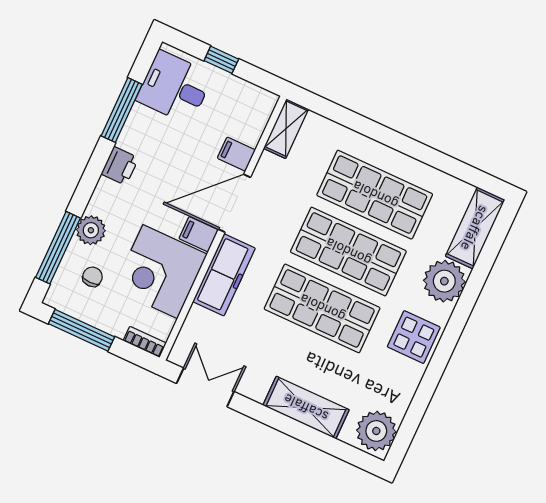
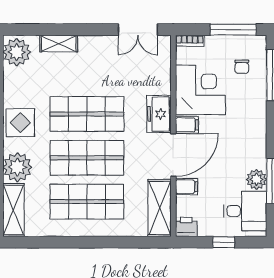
shelving: (286, 129) -> (160, 208), width x1.50, depth x1.33
printer: (120, 166) -> (186, 227), moved, turned 90
plant: (91, 230) -> (257, 179), moved
freezer: (224, 275) -> (159, 114), width x0.71
shelving: (306, 408) -> (59, 44), width x0.67, depth x0.75

